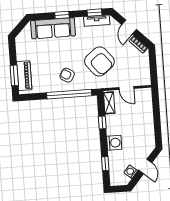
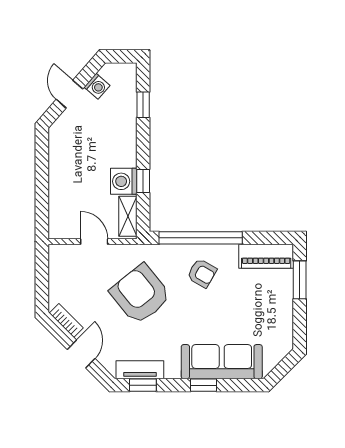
piano: (24, 76) -> (266, 256), moved, turned -90
washing machine: (114, 143) -> (124, 181), moved

